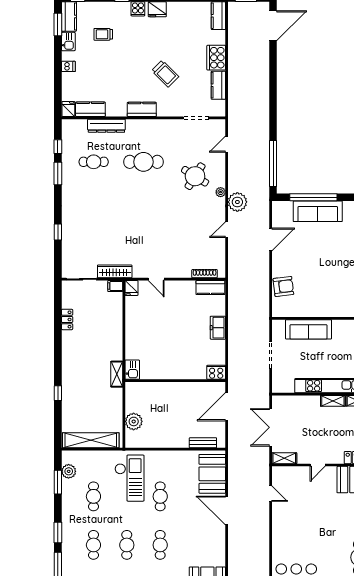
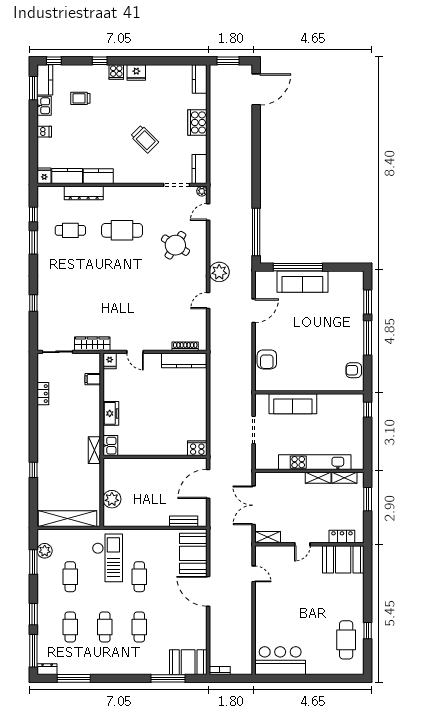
kitchen counter: (218, 85) -> (200, 169), moved
kitchen counter: (142, 109) -> (98, 176), moved
plant: (221, 192) -> (202, 191), moved
filing cabinet: (115, 286) -> (93, 379), moved
armchair: (283, 286) -> (267, 359), turned 97
kitchen counter: (210, 288) -> (184, 361), width x1.50
freezer: (218, 328) -> (111, 413), moved, turned 180

